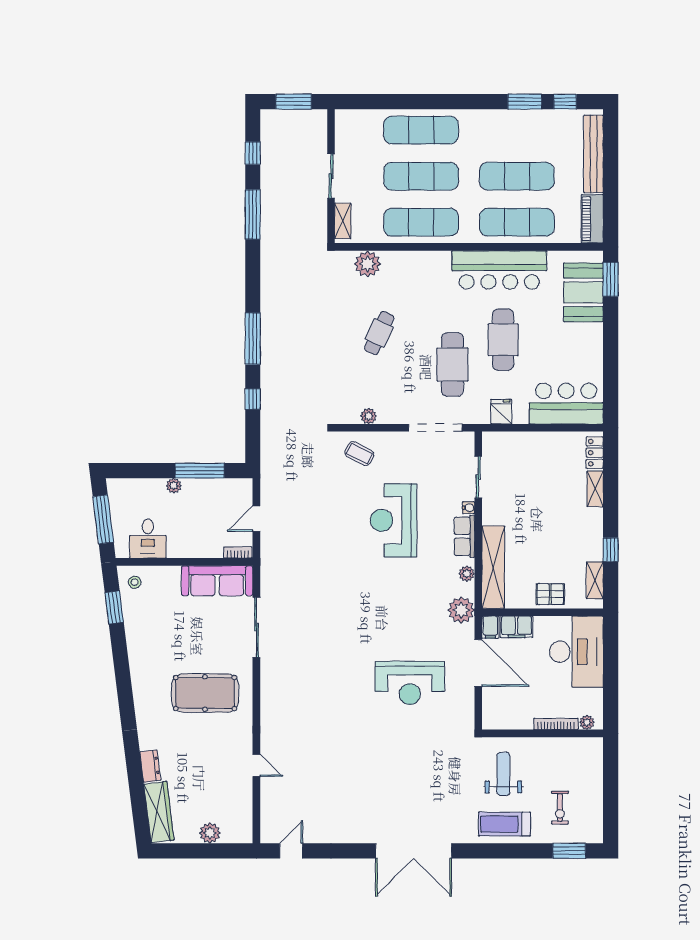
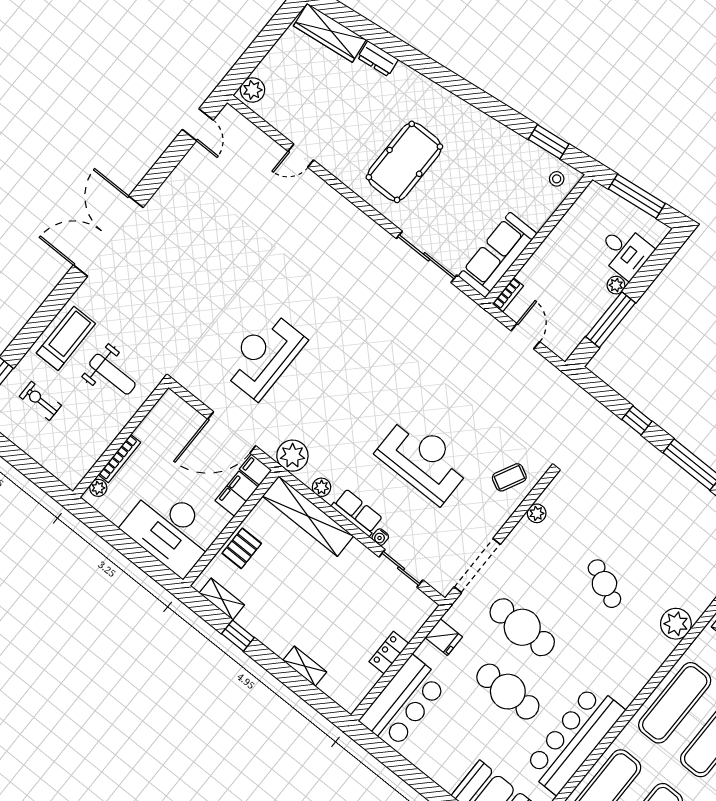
locker: (595, 453) -> (389, 653), moved, turned -90
desk: (148, 539) -> (625, 251), moved, turned 180
plant: (210, 833) -> (253, 90), moved

